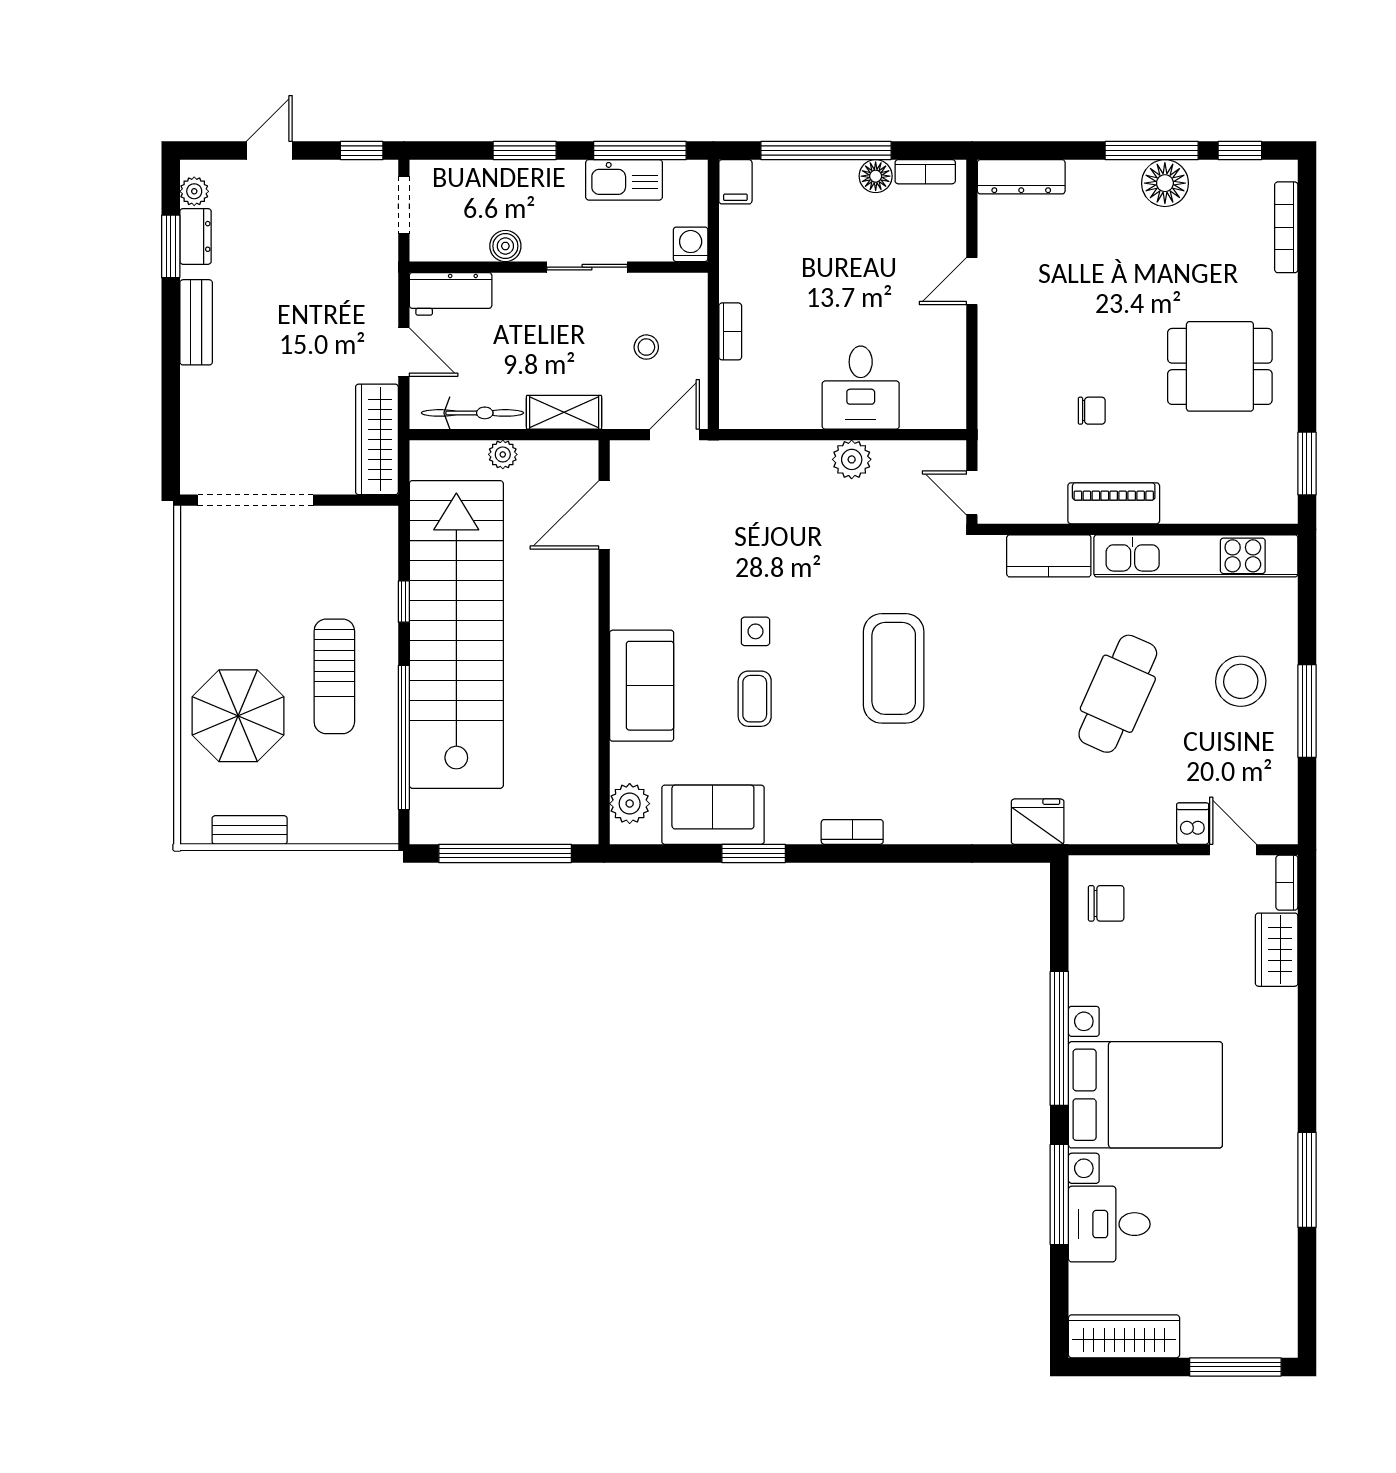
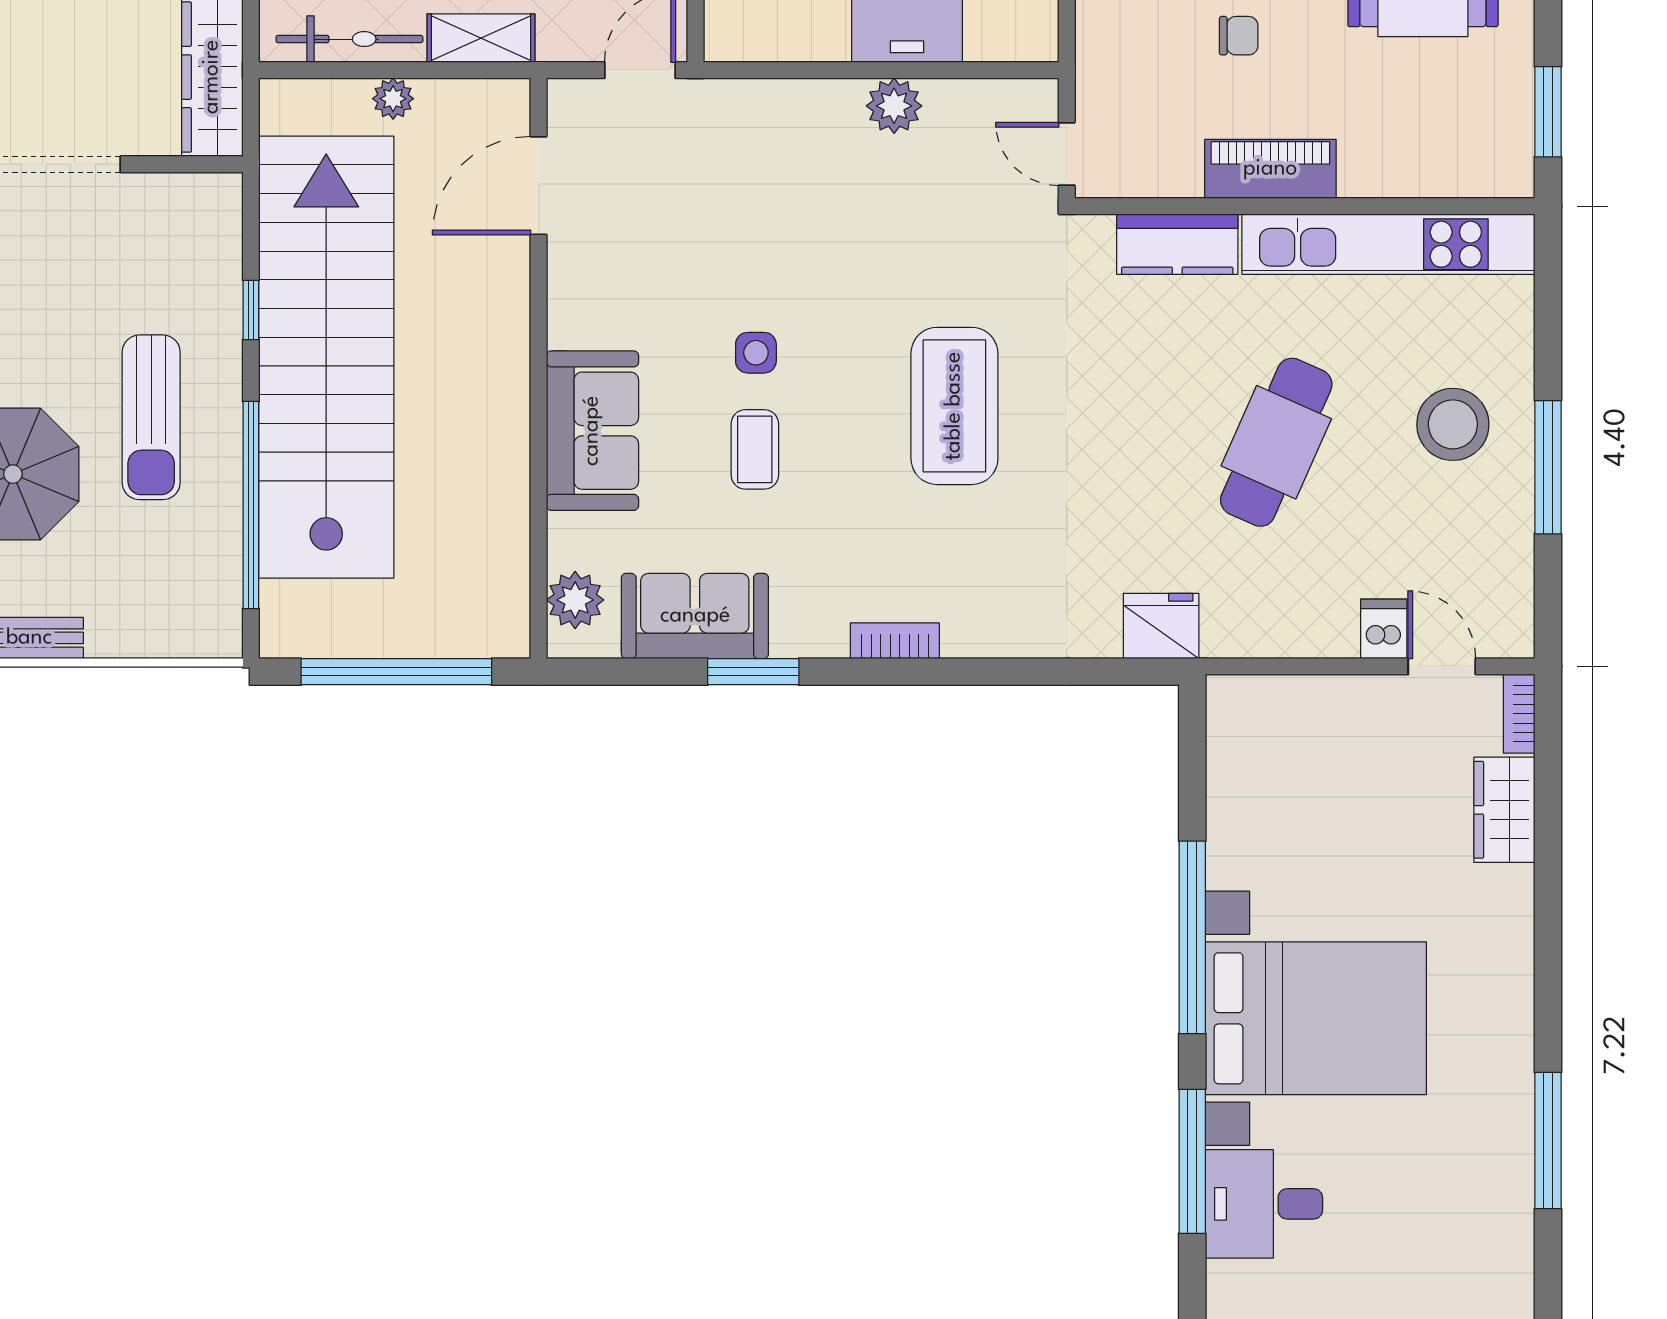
chair: (1106, 903) -> (1259, 743), removed

